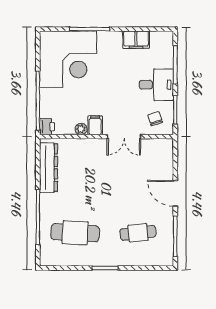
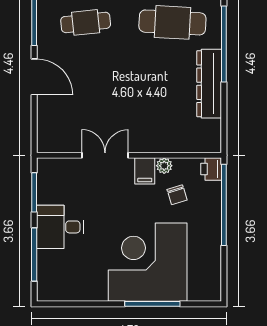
filing cabinet: (136, 40) -> (88, 289), removed
corner desk: (68, 59) -> (148, 262), moved
chair: (155, 119) -> (177, 195), moved
dresser: (49, 168) -> (209, 84), moved

